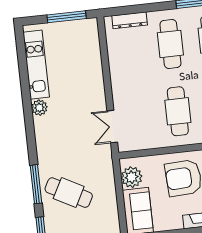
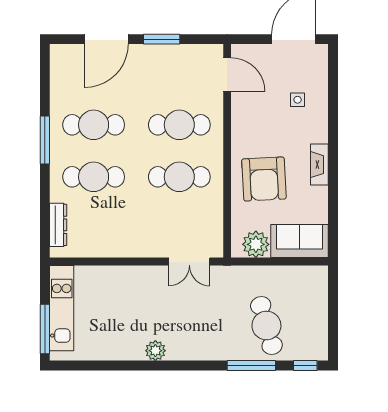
window: (67, 17) -> (45, 329), moved
kitchen unit: (36, 65) -> (62, 308), moved, turned 90
cafe table: (69, 193) -> (266, 326), turned -44

